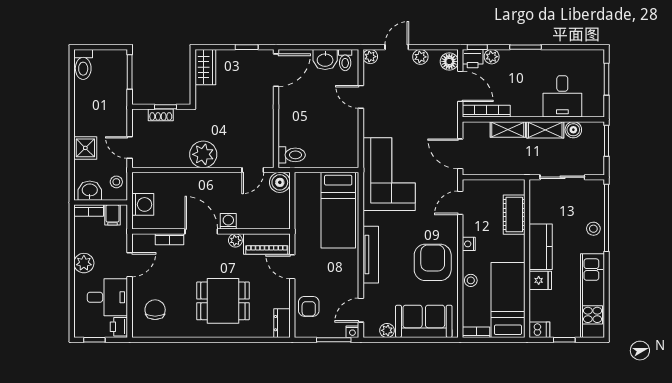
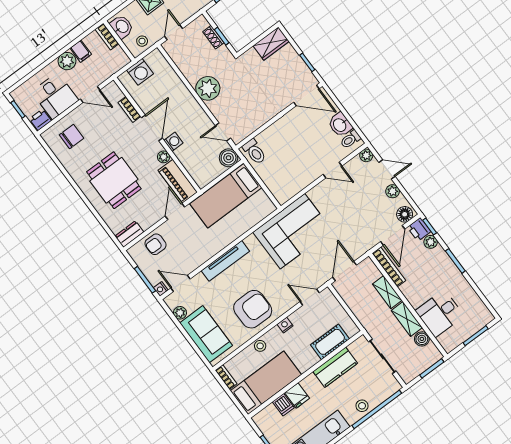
door: (361, 97) -> (332, 170), swing flipped
bed: (338, 210) -> (226, 196), moved
filing cabinet: (113, 215) -> (81, 51), moved, turned -90
kitchen counter: (541, 247) -> (335, 367), moved
dishwasher: (539, 330) -> (283, 405), moved

